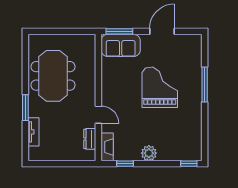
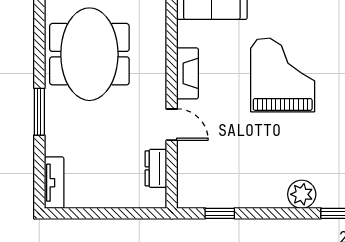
tv unit: (34, 132) -> (54, 183), moved
fireplace: (107, 147) -> (188, 73), moved
plant: (149, 153) -> (302, 194), moved

